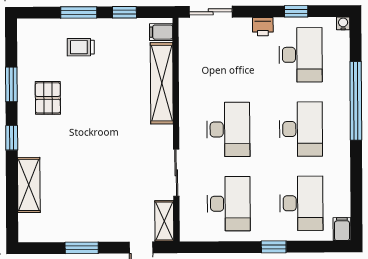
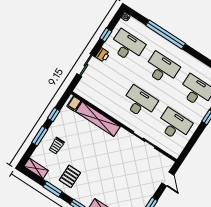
sliding door: (211, 12) -> (86, 65), moved
pallet: (48, 98) -> (70, 176), turned 90
shelving: (164, 221) -> (36, 168), moved

